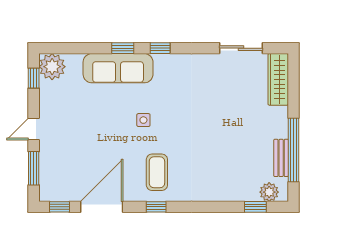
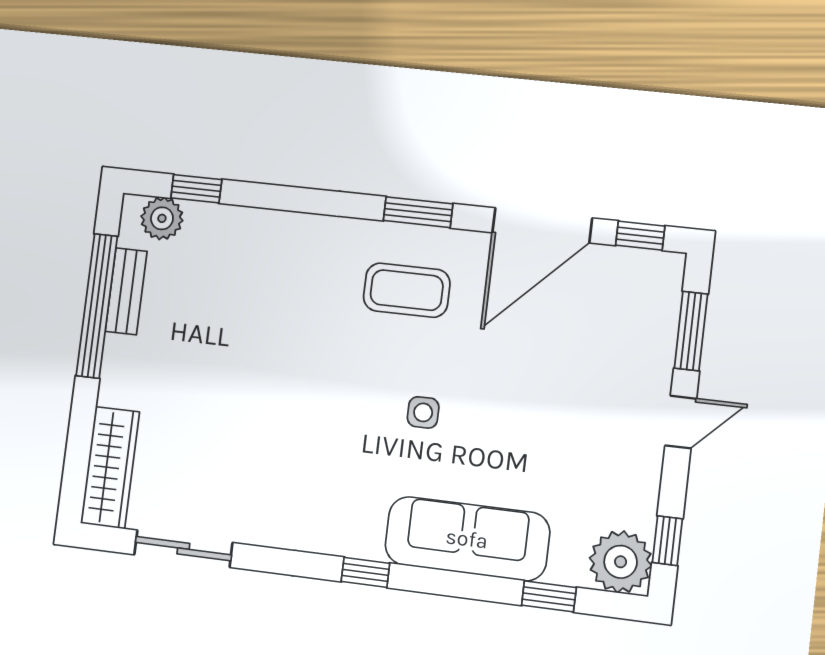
window: (123, 48) -> (549, 596), moved
coffee table: (157, 172) -> (407, 290), turned 90
window: (156, 207) -> (418, 212), width x1.50

